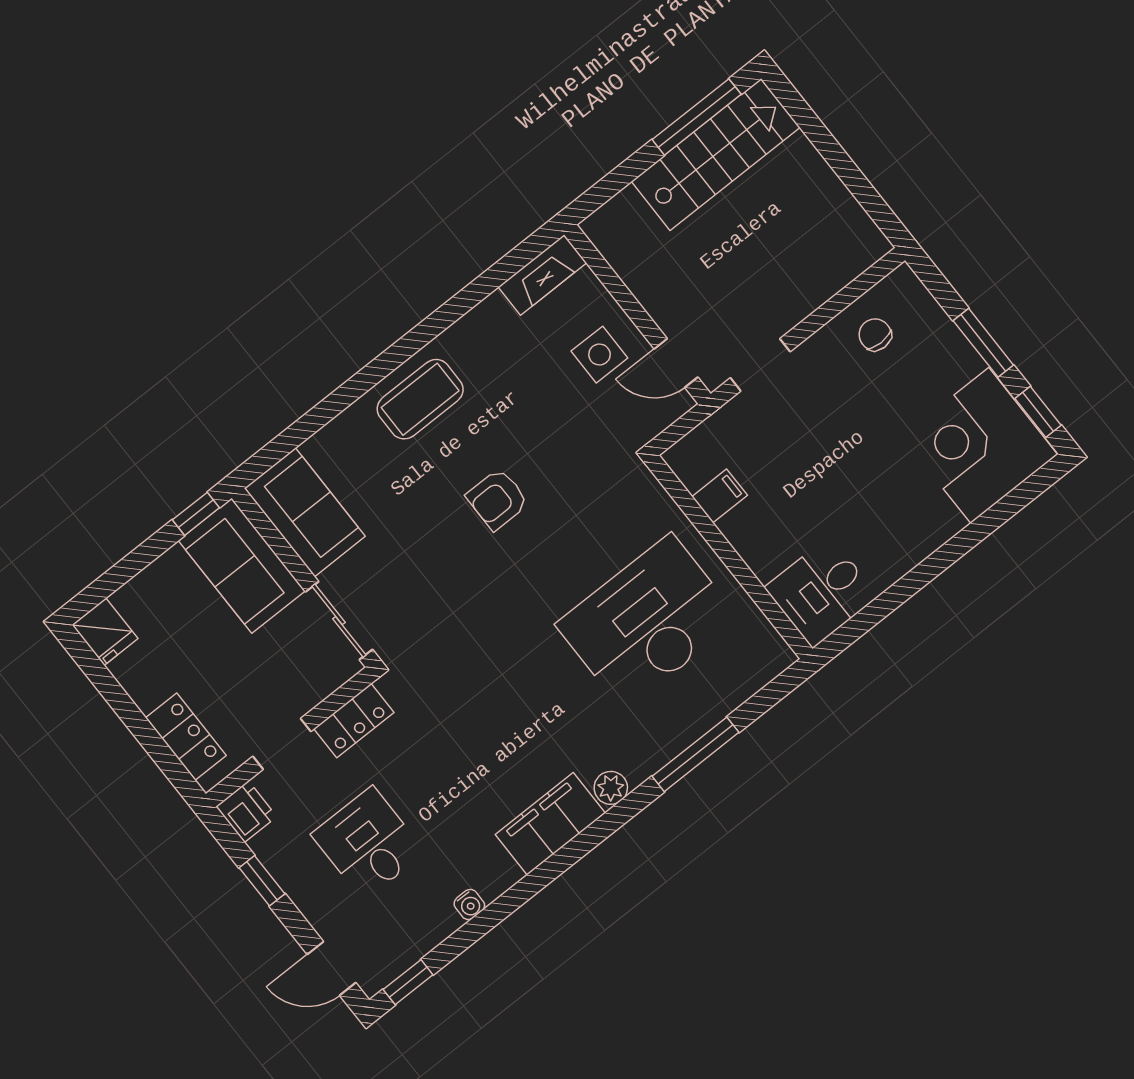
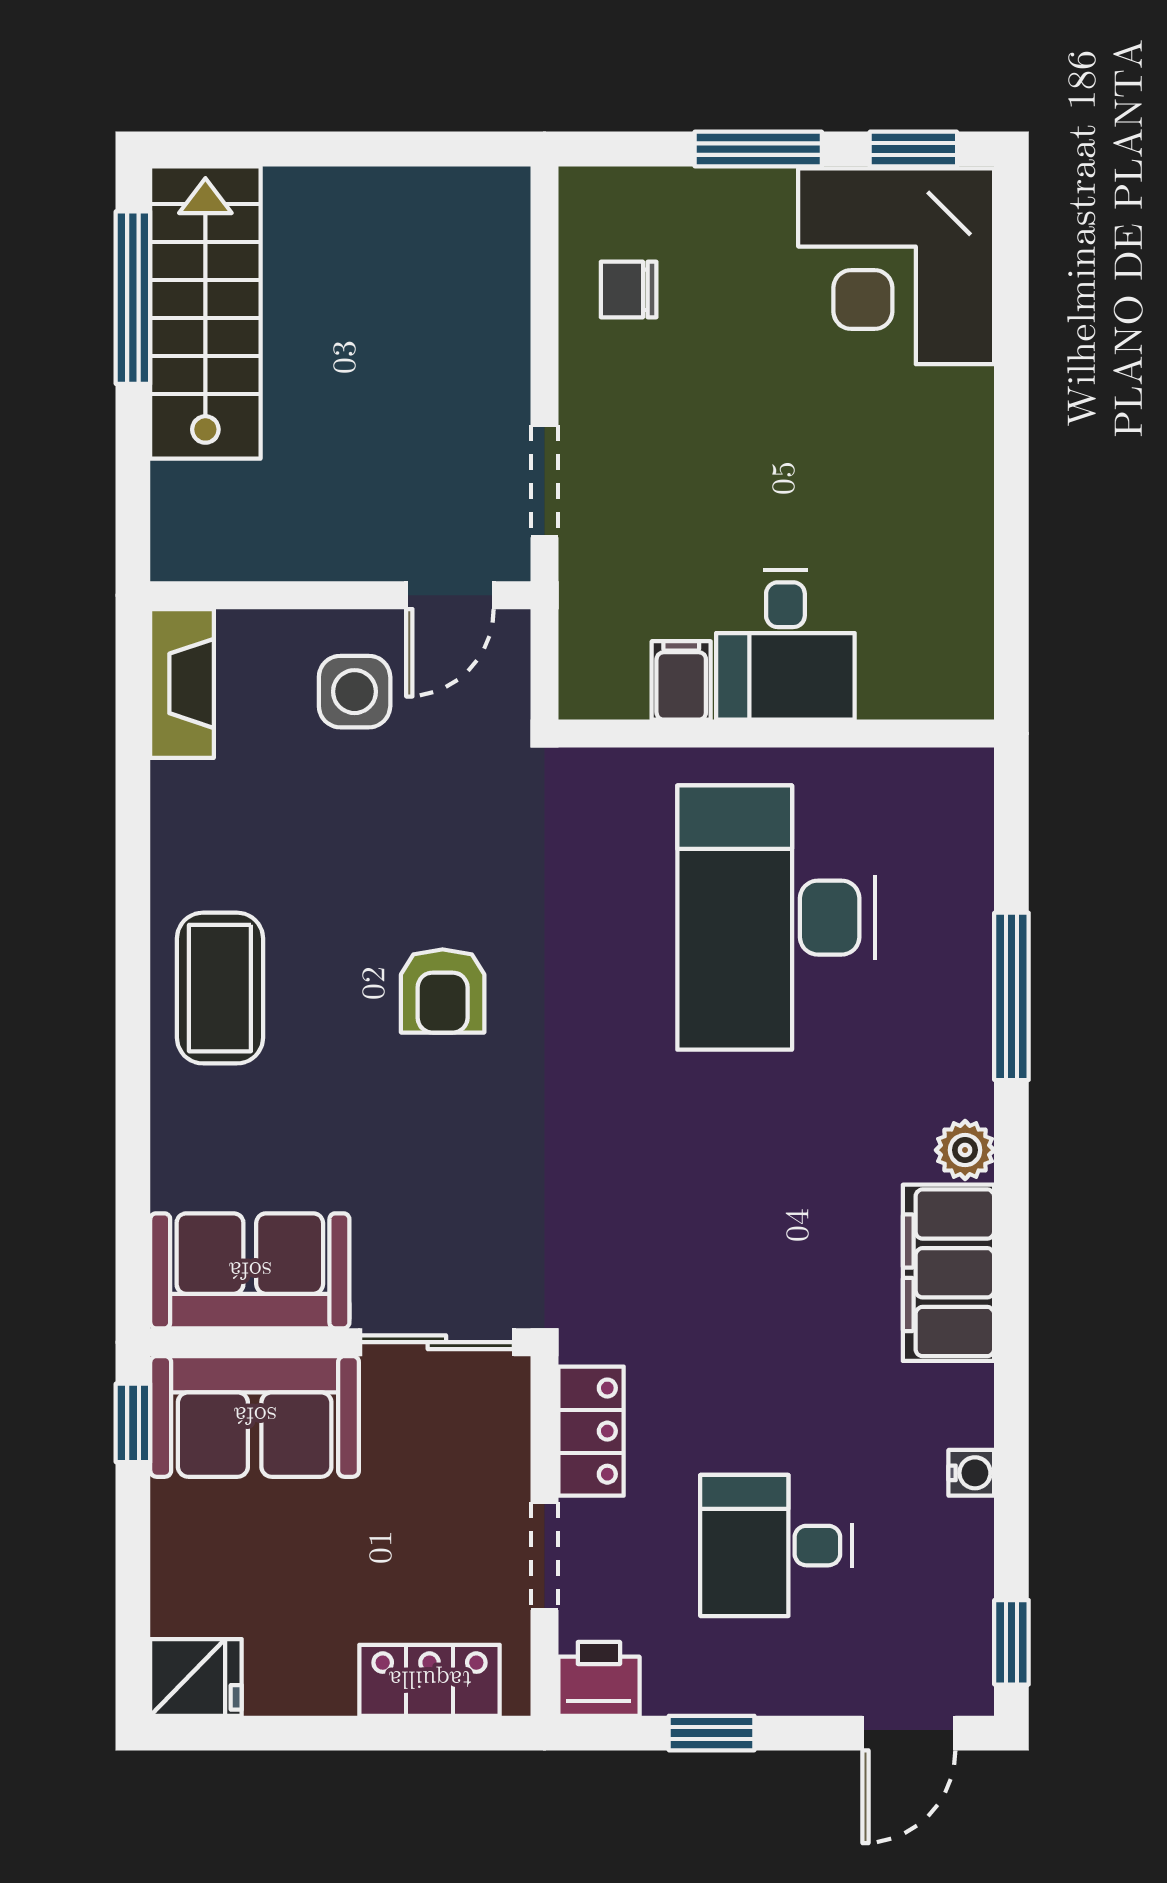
desk: (821, 592) -> (785, 645), moved

